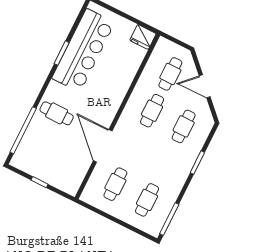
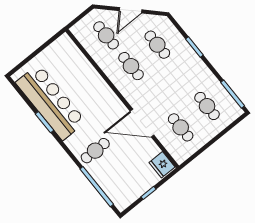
fridge: (143, 37) -> (162, 165), moved, turned 90

